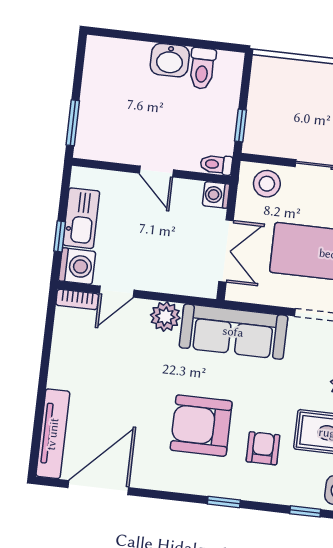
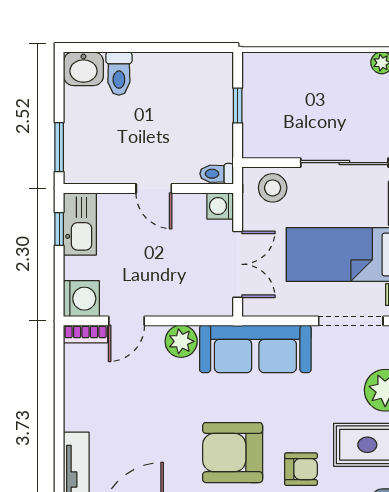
washbasin: (170, 60) -> (83, 69), moved
toilet: (202, 68) -> (119, 73), moved
window: (241, 126) -> (238, 106), moved
kitchen sink: (81, 218) -> (80, 224), moved
window: (60, 236) -> (59, 229), moved
armchair: (263, 448) -> (301, 469), turned 90

